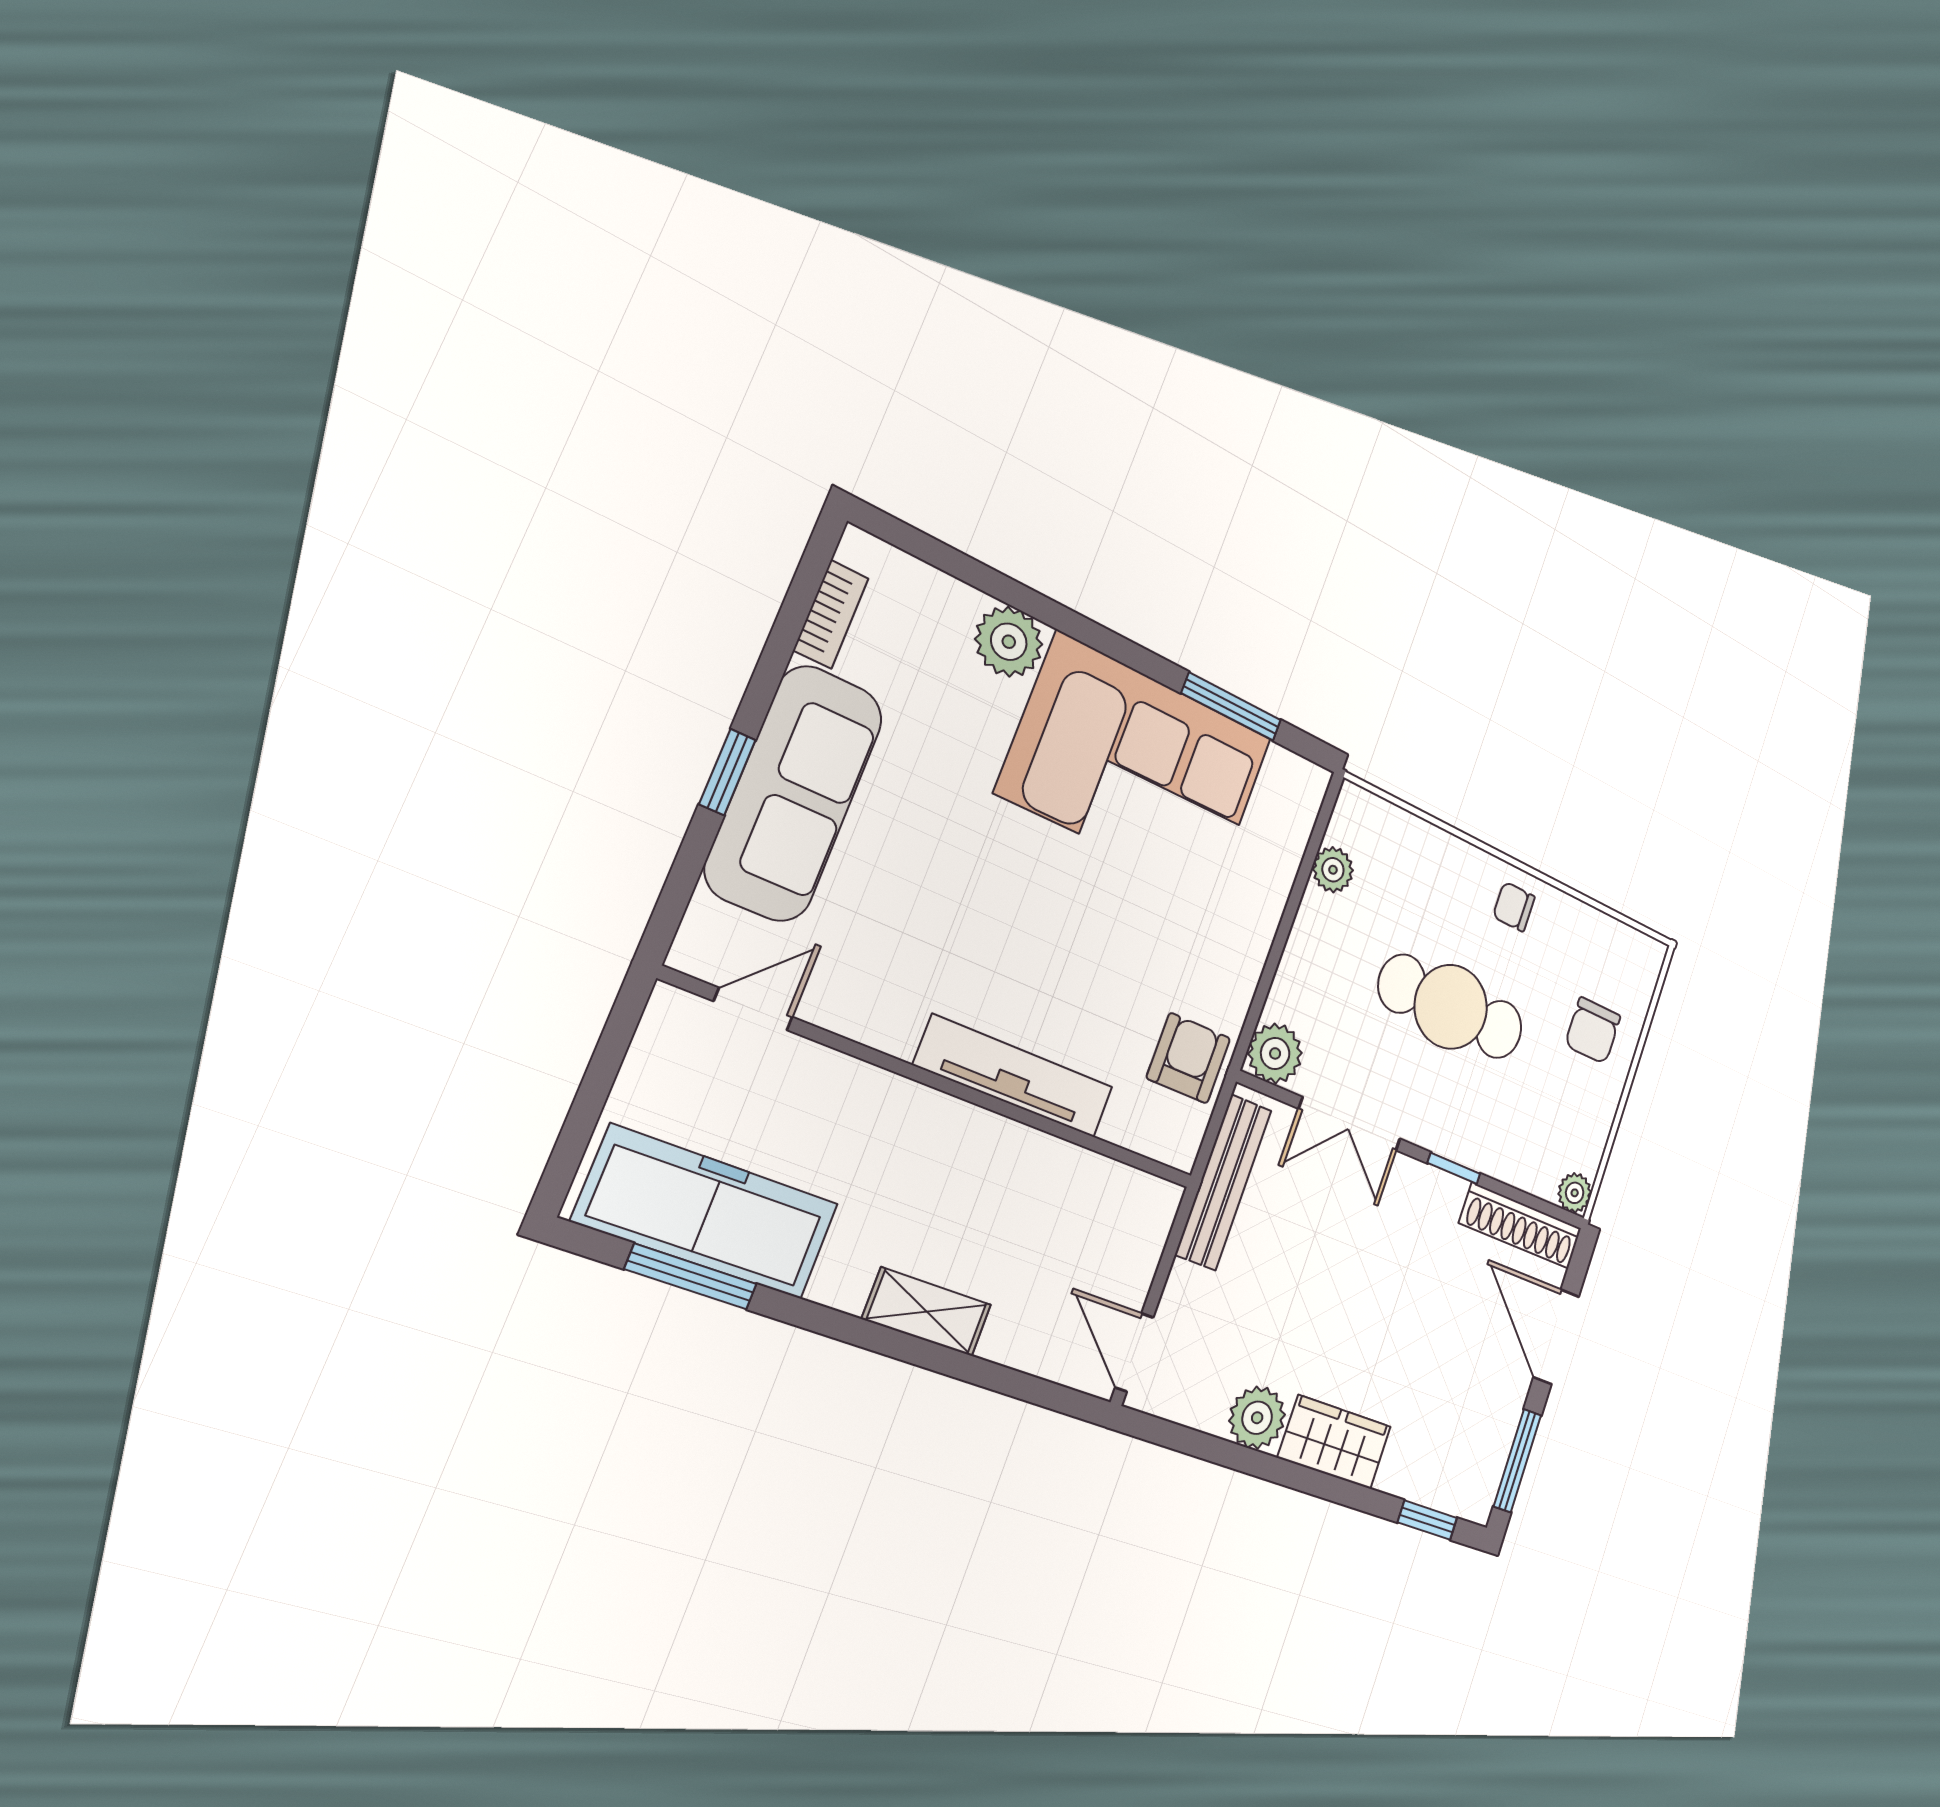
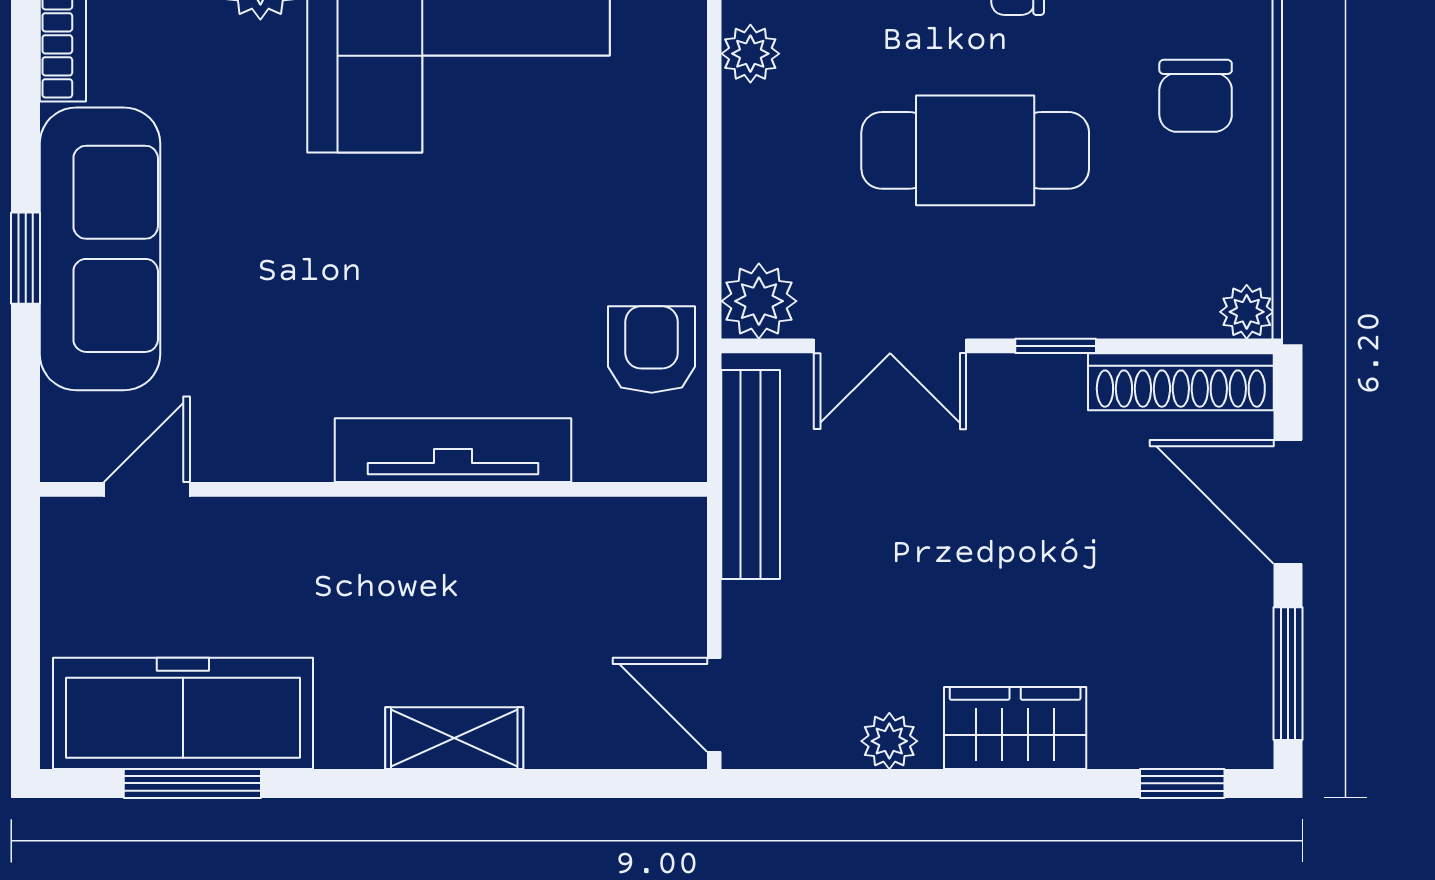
plant: (1257, 1418) -> (889, 741), width x0.73, depth x0.73

